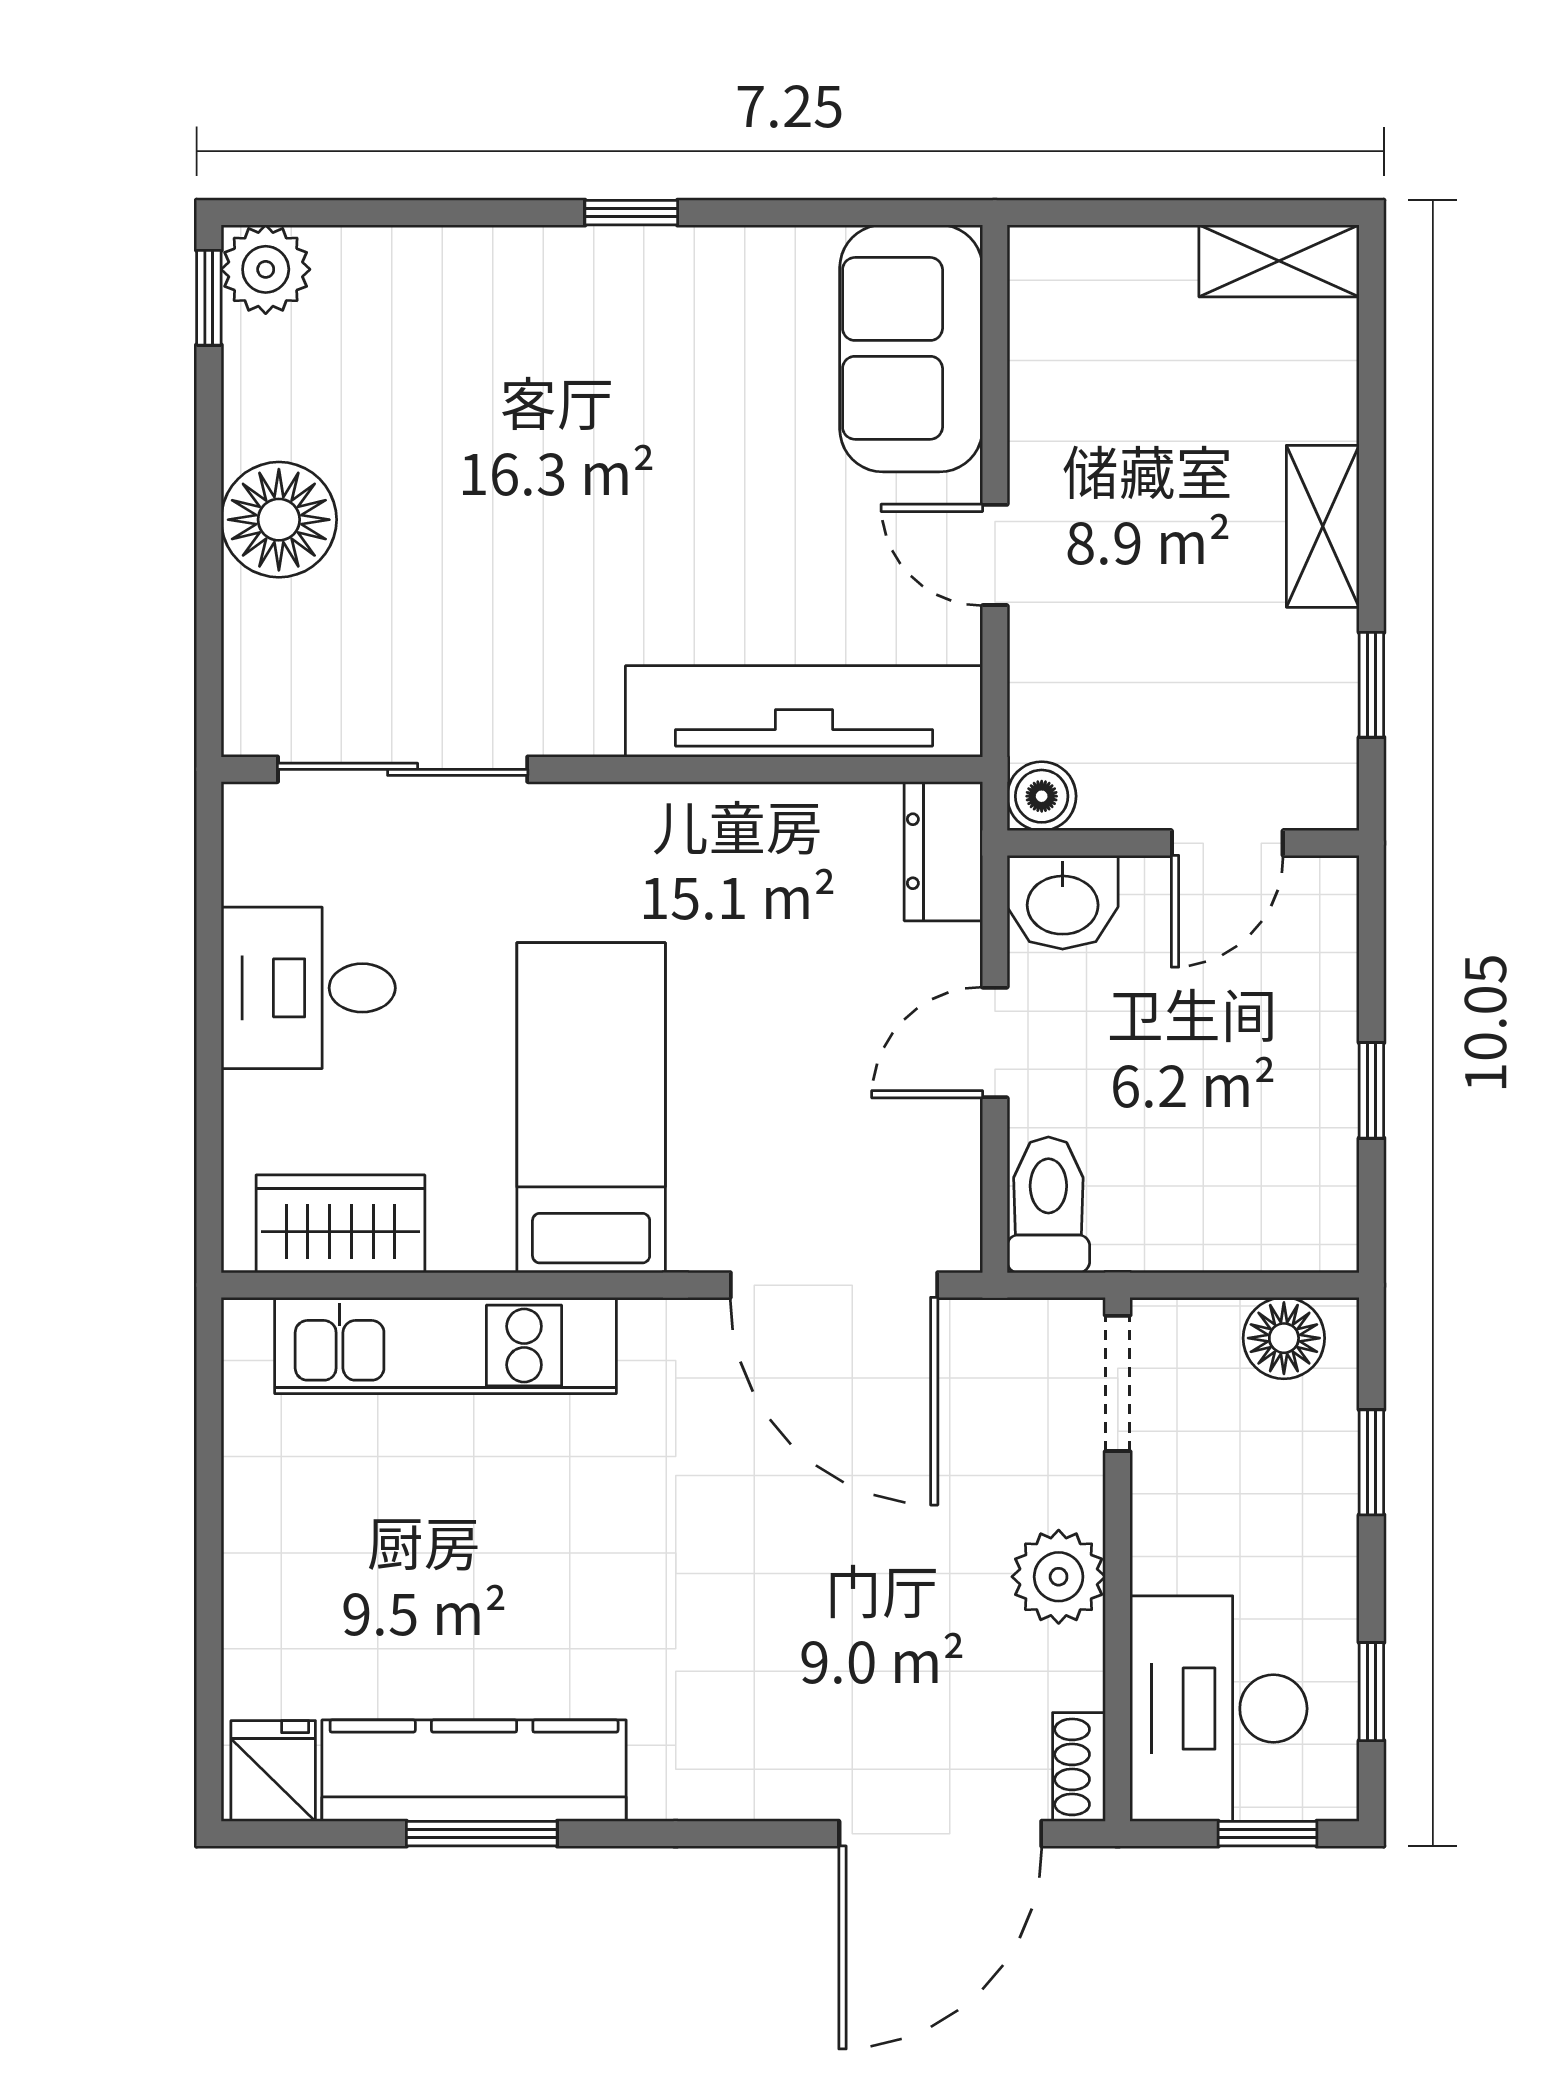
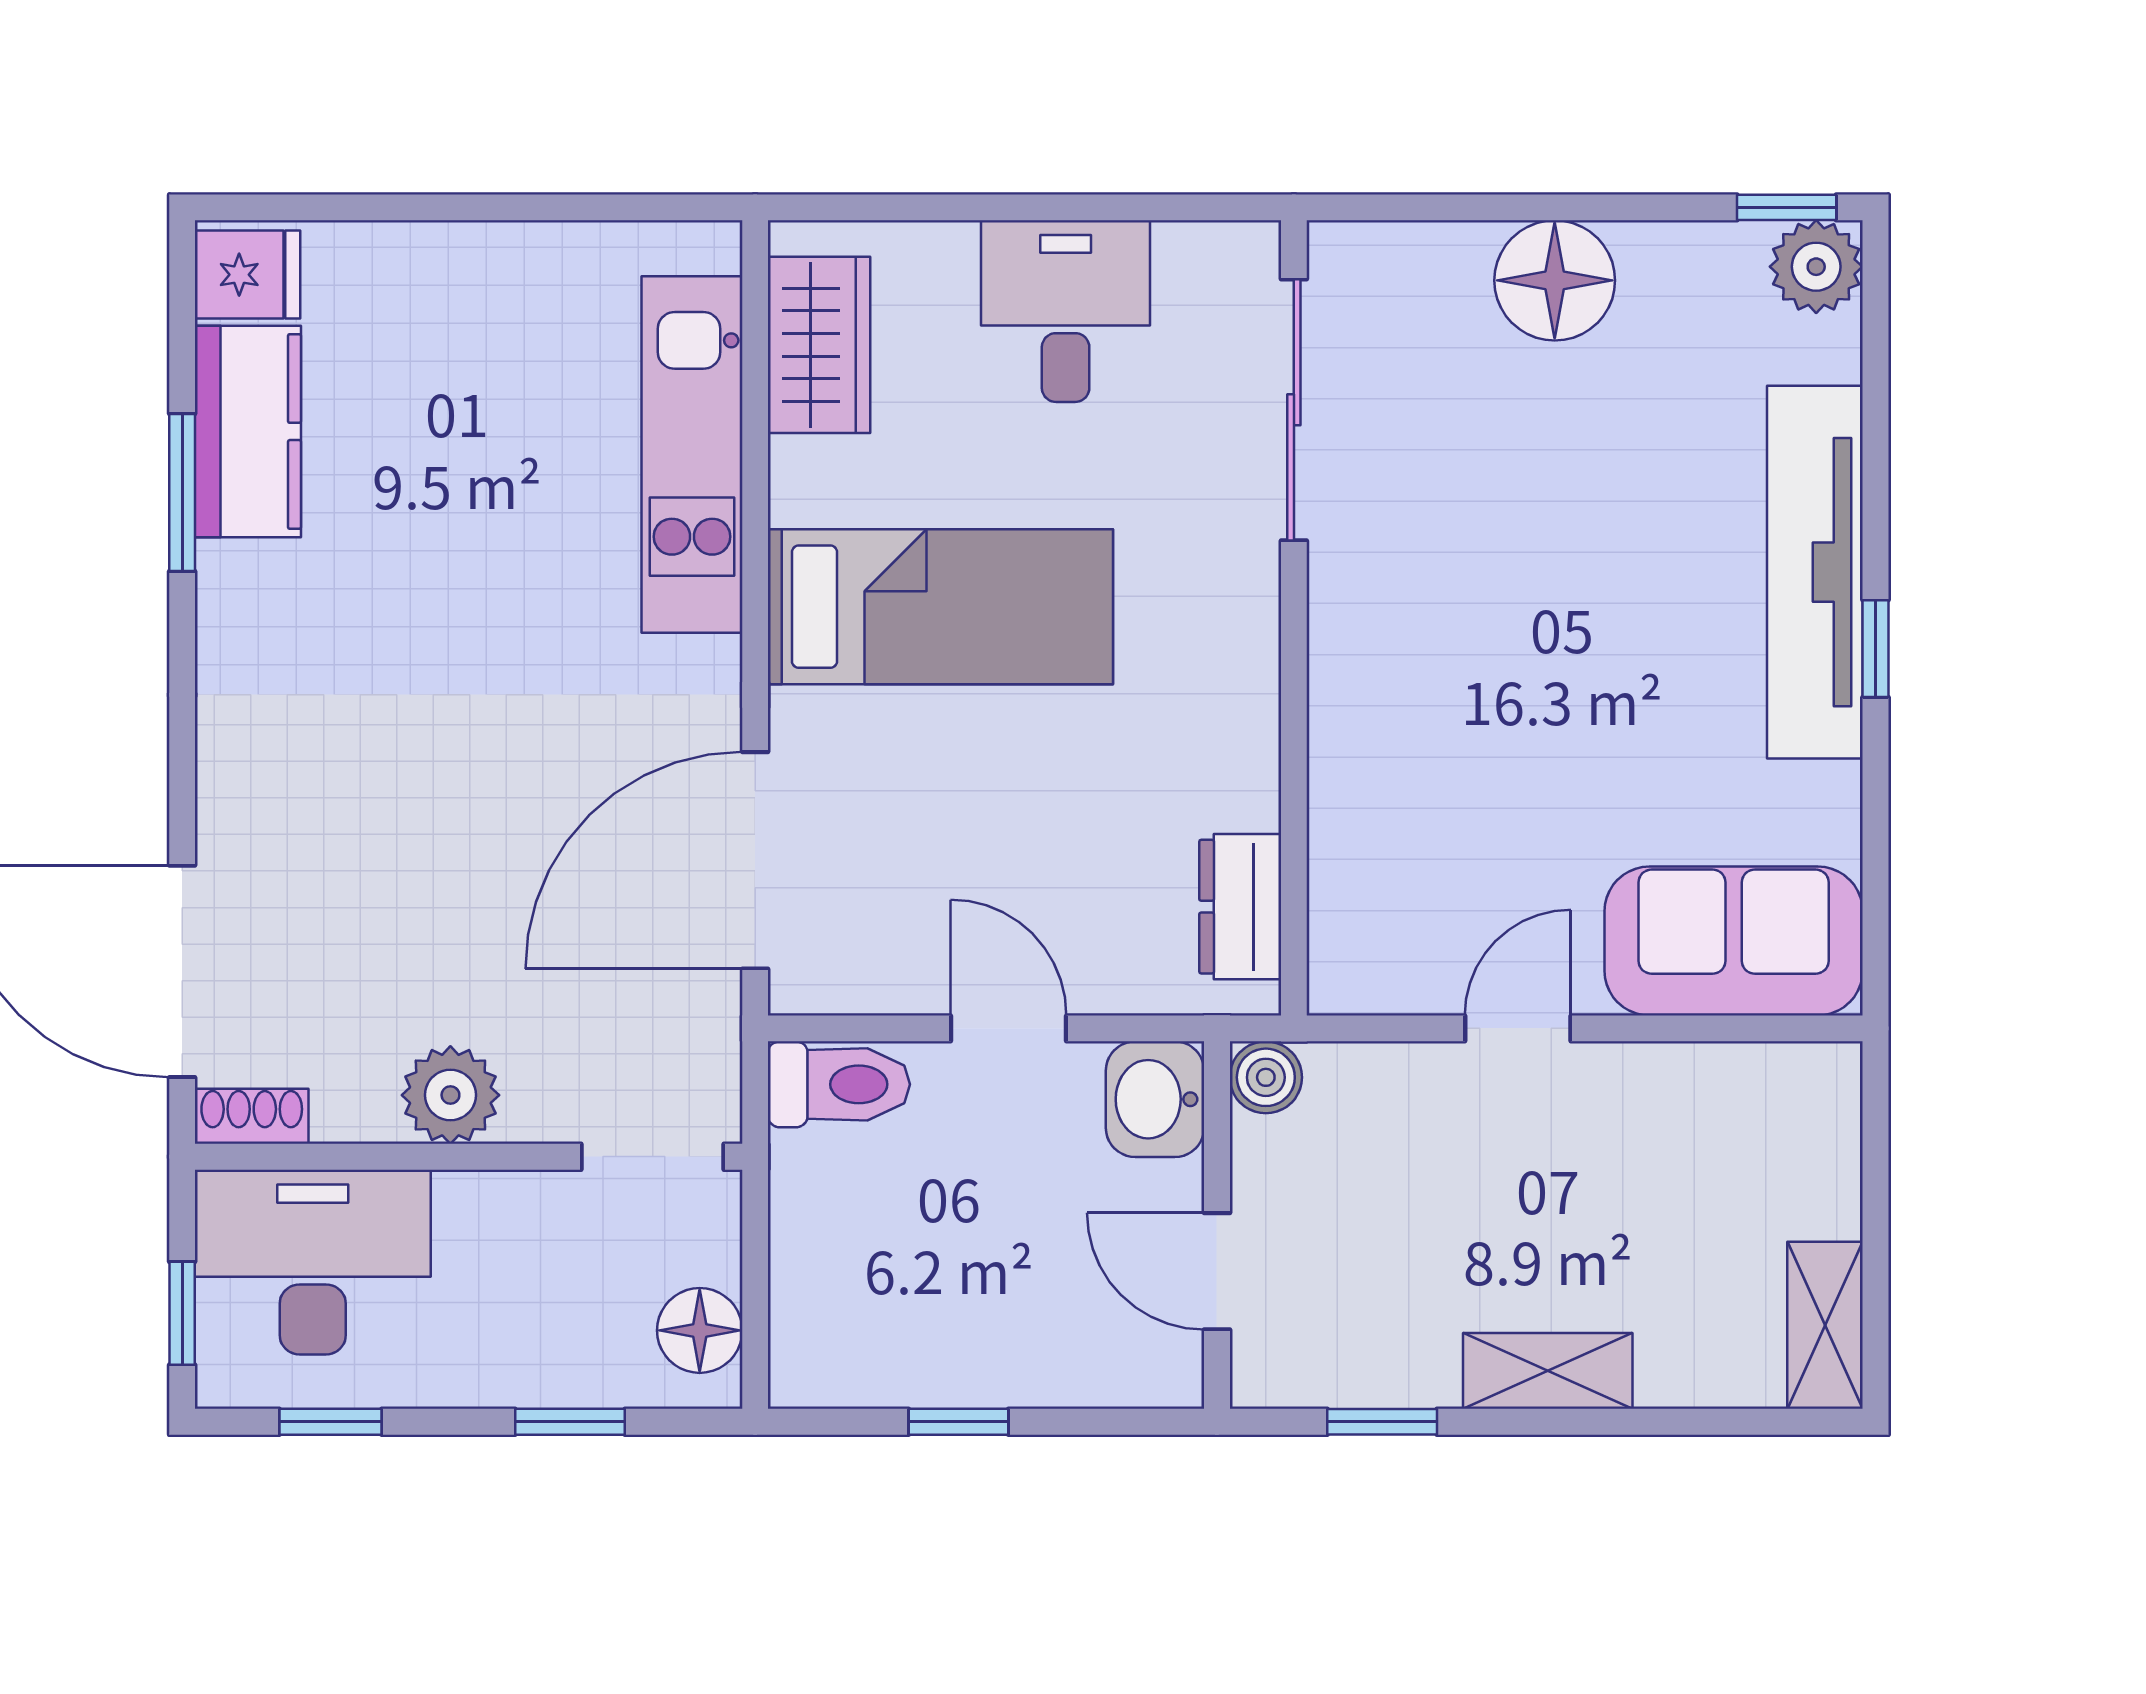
tv unit: (804, 711) -> (1815, 572), moved, turned 180
dresser: (943, 851) -> (1240, 907), moved, turned -90
kitchen counter: (474, 1771) -> (248, 431), width x0.67

